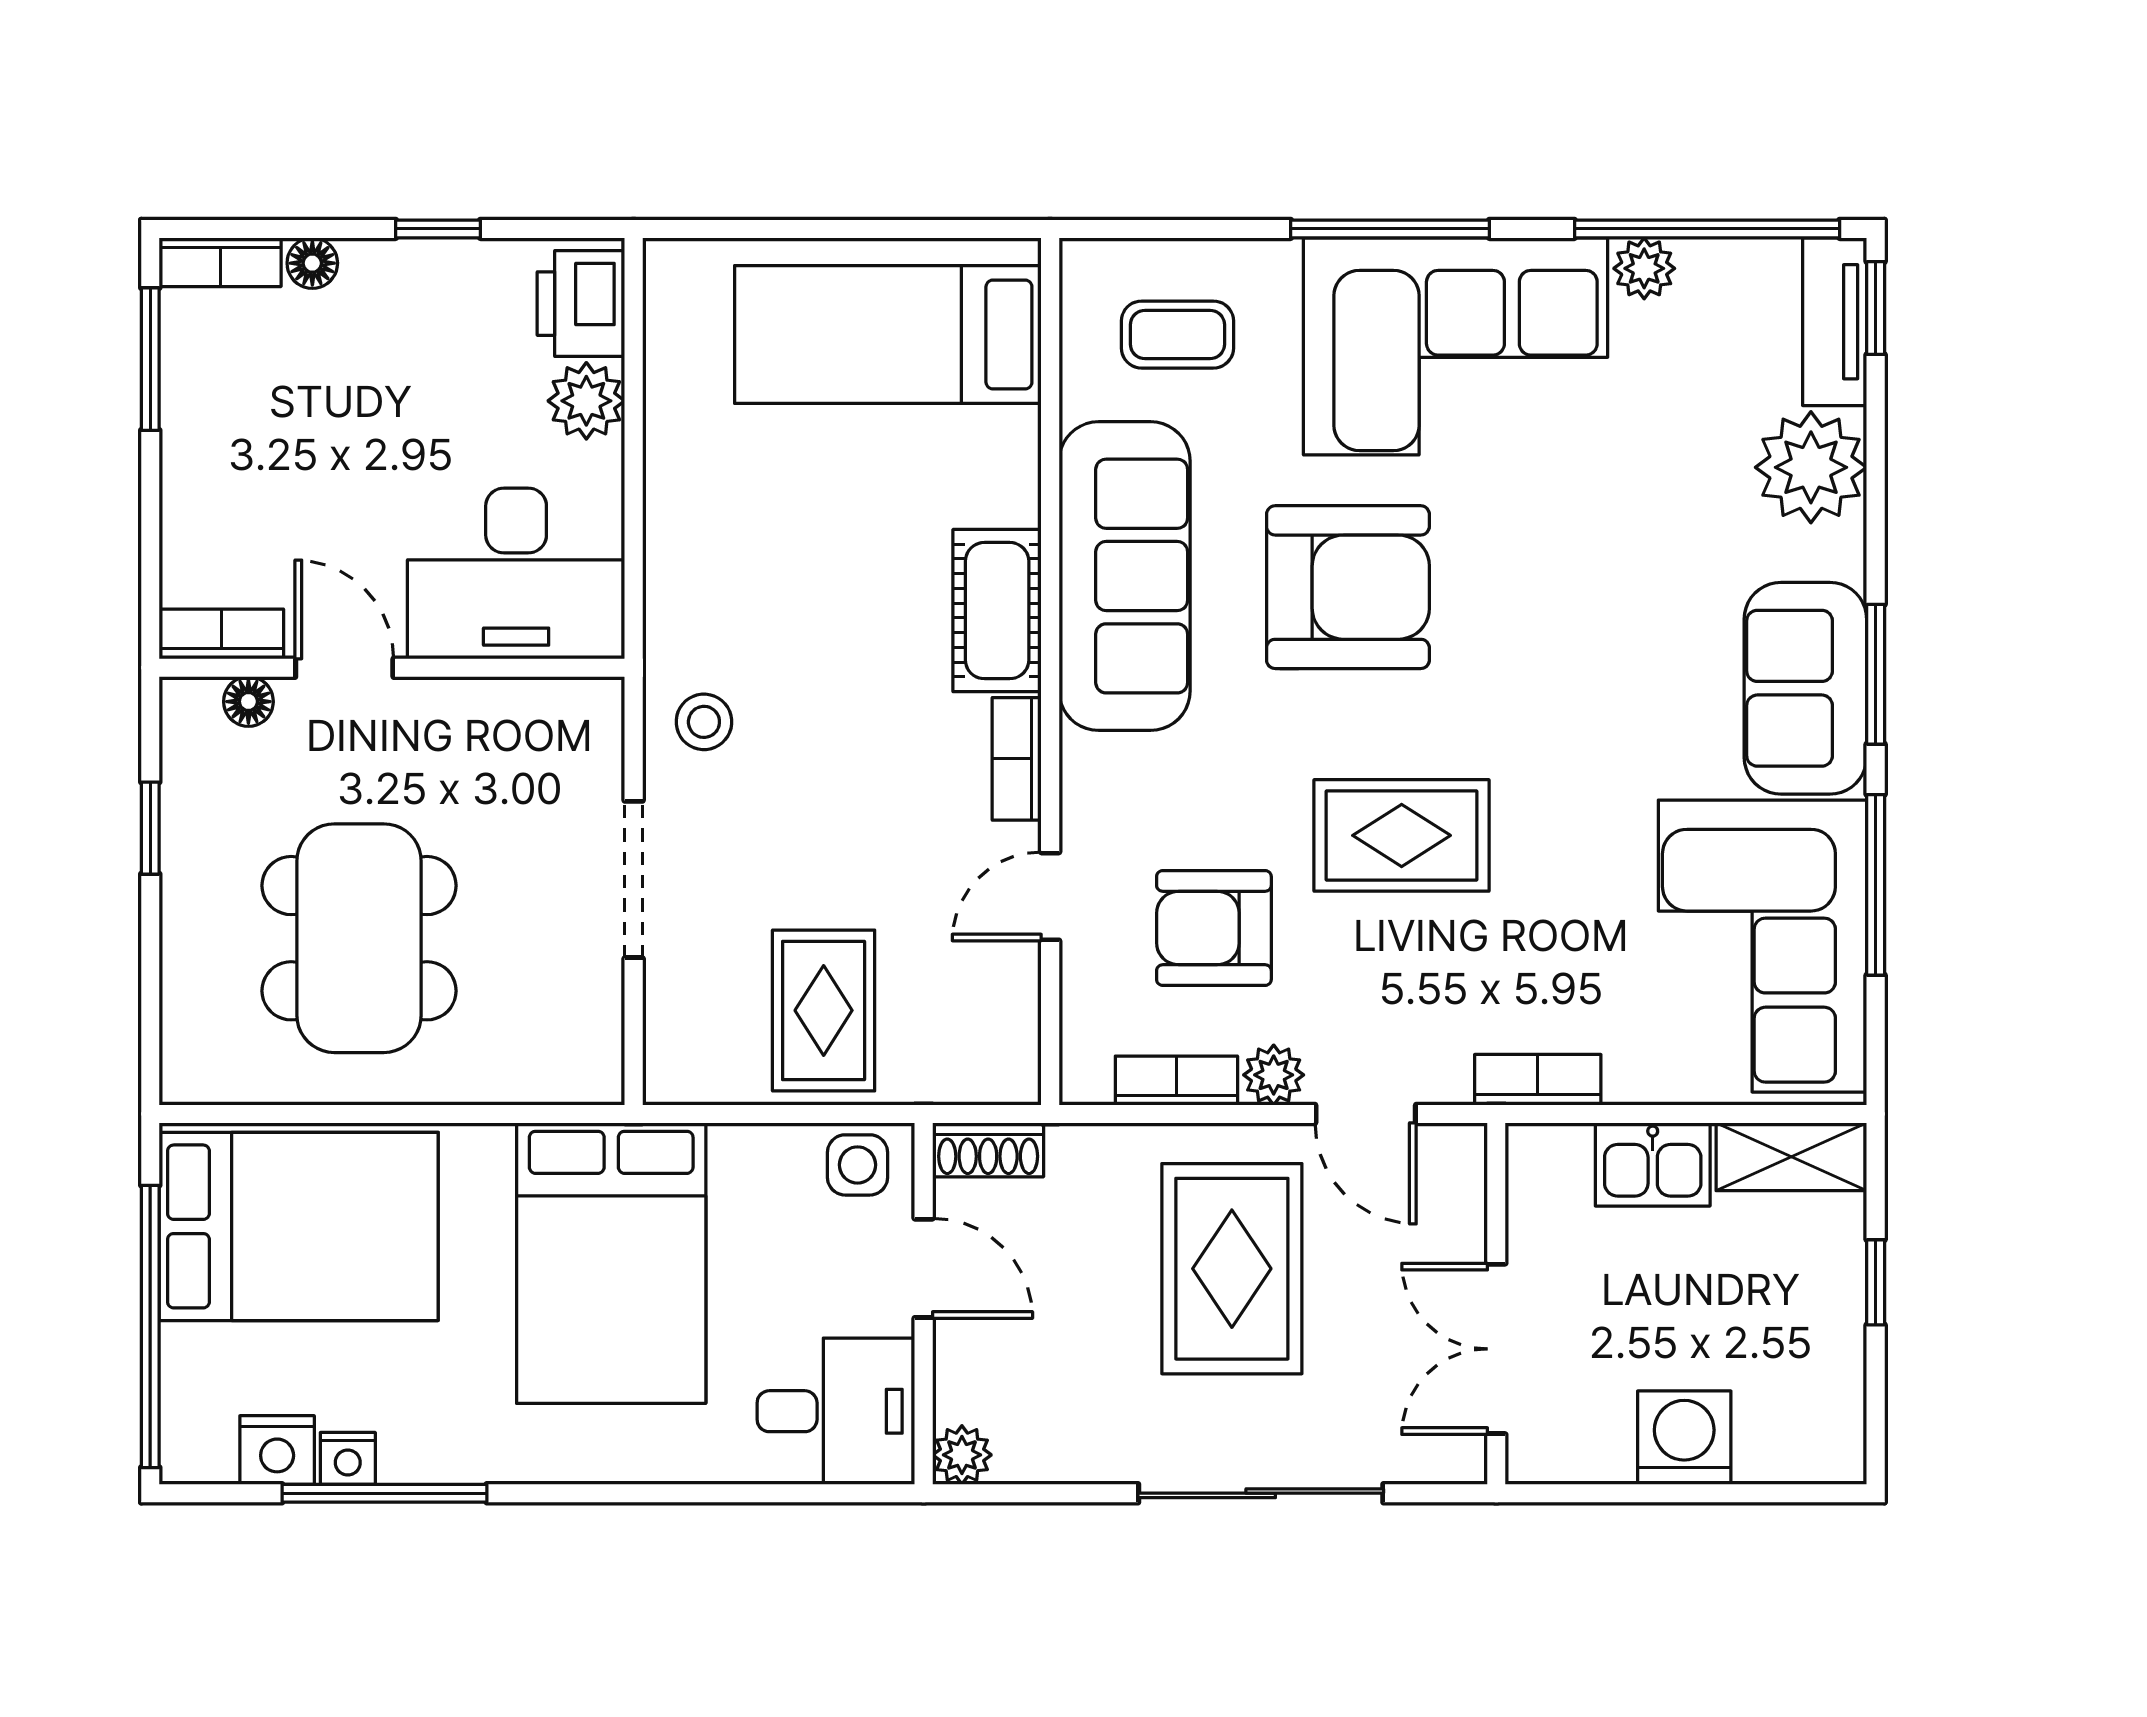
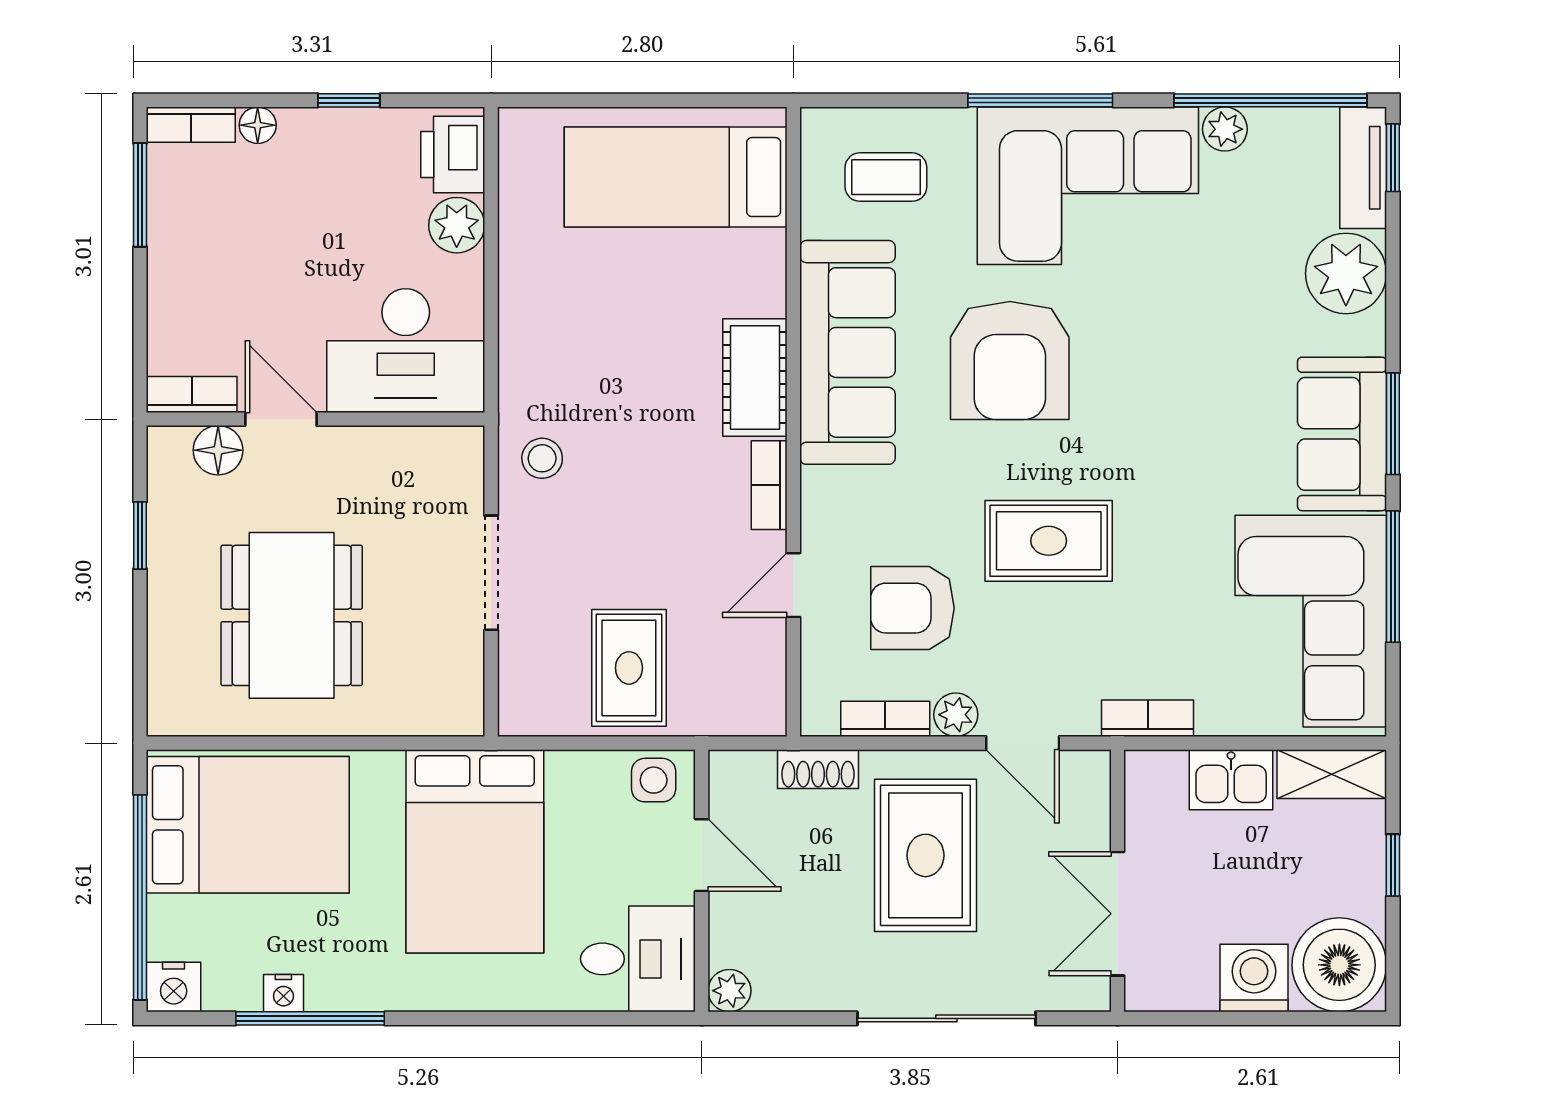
armchair: (1348, 587) -> (1010, 361), turned 90
floor lamp: (248, 702) -> (218, 450), width x1.37, depth x1.37
shoe rack: (988, 1150) -> (818, 769), moved
boiler: (1802, 1419) -> (1339, 965), added
nightstand: (277, 1450) -> (174, 987), moved

